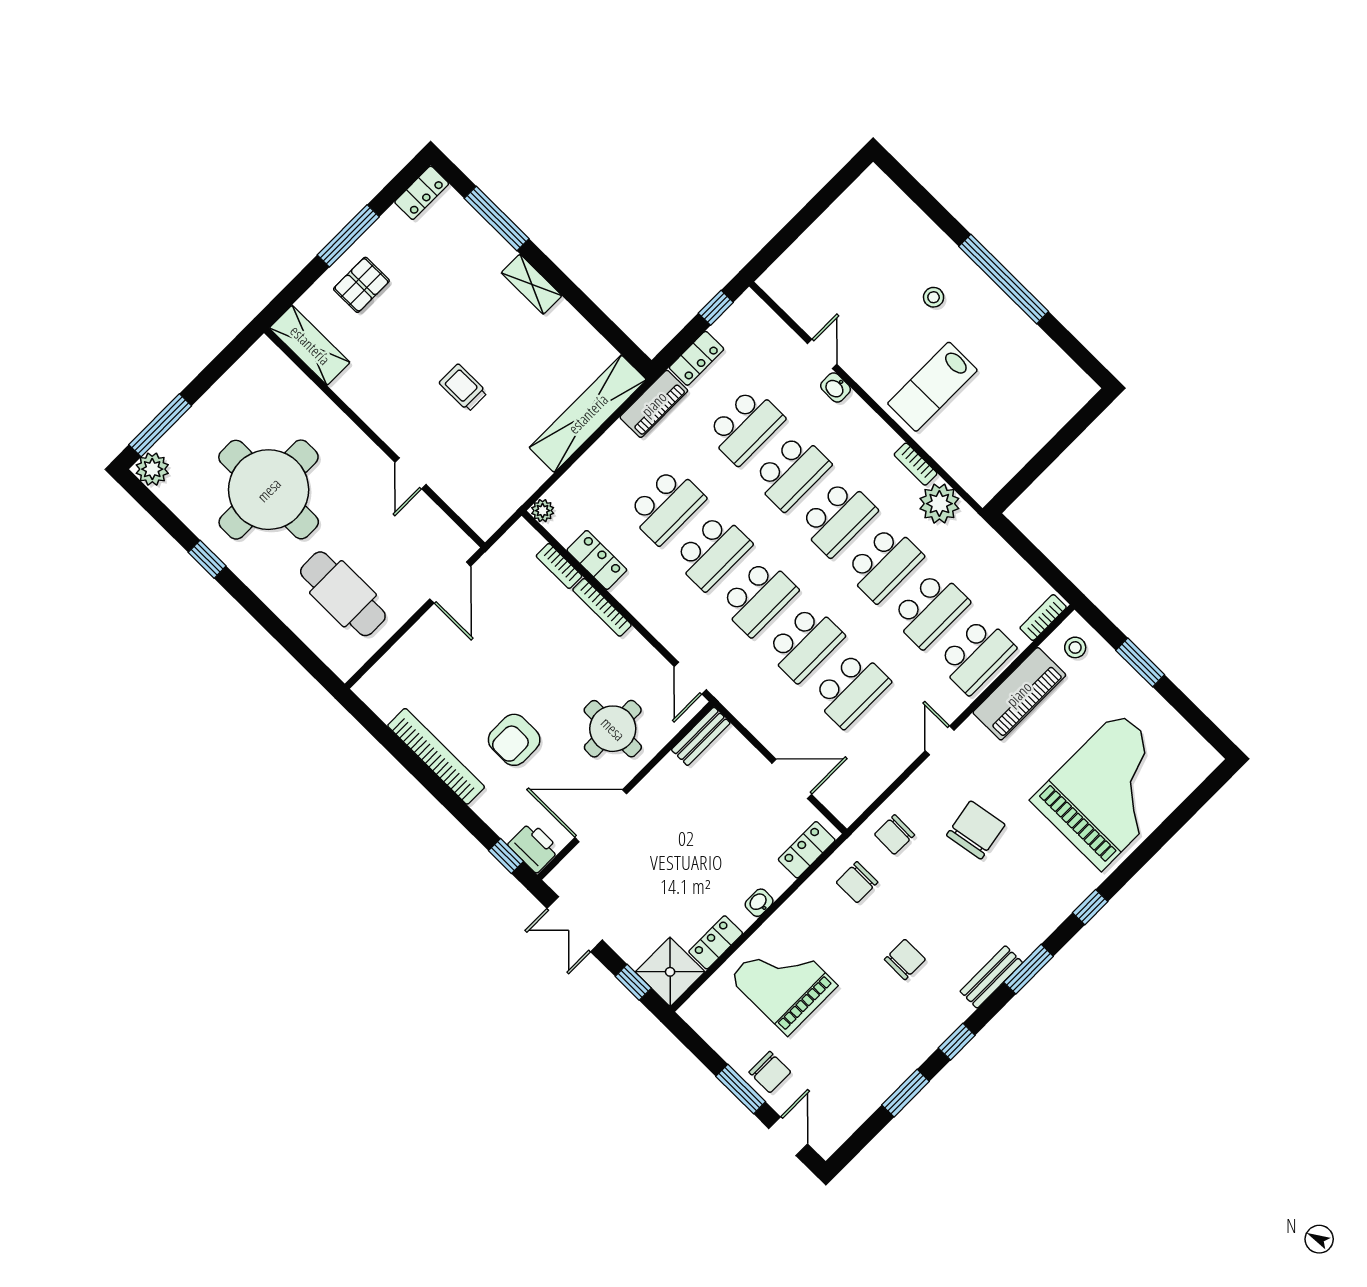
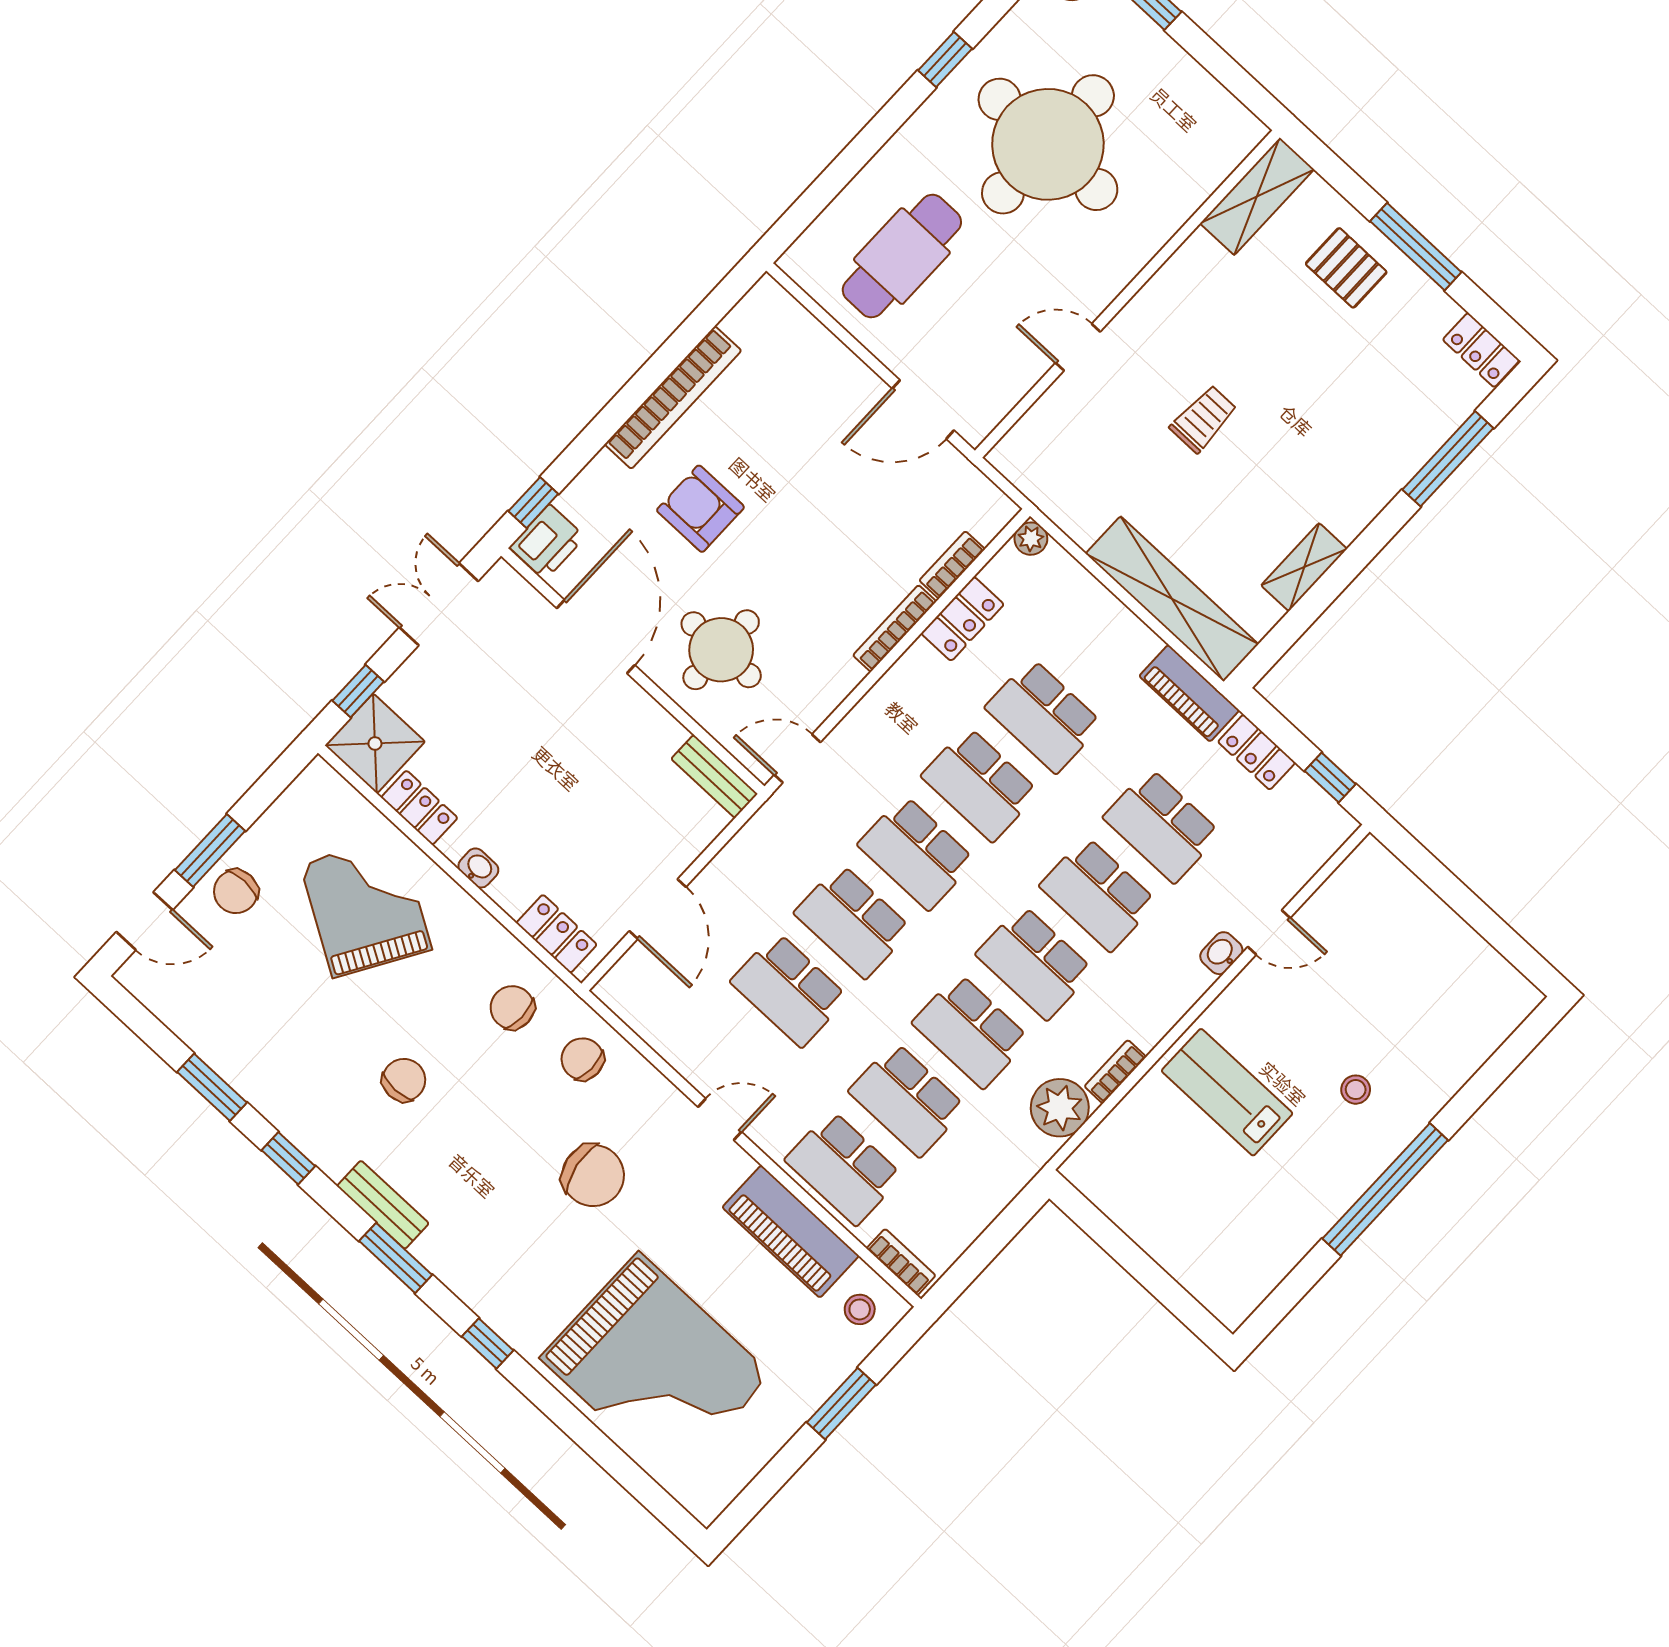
shelving: (532, 284) -> (1304, 567), moved
chair: (905, 959) -> (404, 1080), turned -90
grand piano: (783, 982) -> (366, 907), turned -59

